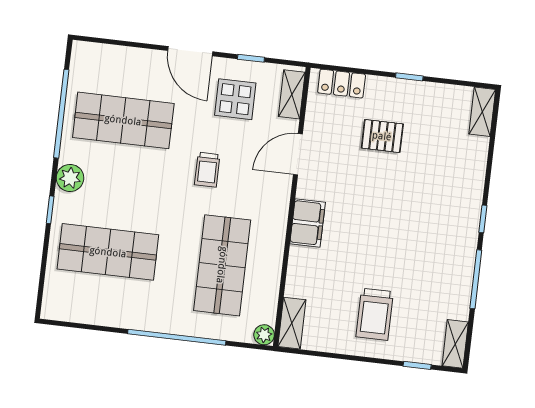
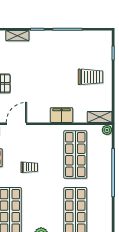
door: (298, 154) -> (16, 124), swing flipped
filing cabinet: (308, 223) -> (62, 115), moved
shop shelf: (222, 265) -> (75, 155), turned 90
shelving: (455, 344) -> (17, 36), moved

